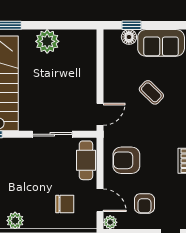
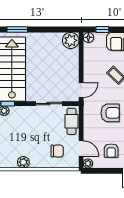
floor lamp: (129, 37) -> (88, 37), moved
plant: (47, 41) -> (71, 40), moved
armchair: (126, 160) -> (110, 113), moved, turned 180

